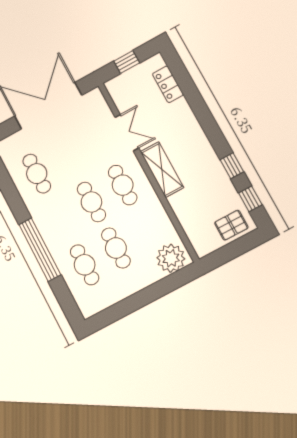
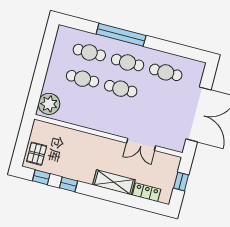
shelving: (162, 170) -> (114, 182), moved
cafe table: (123, 185) -> (128, 62), moved

